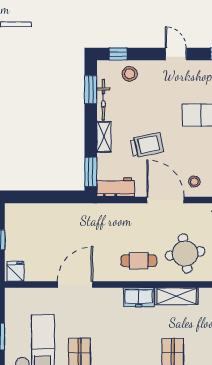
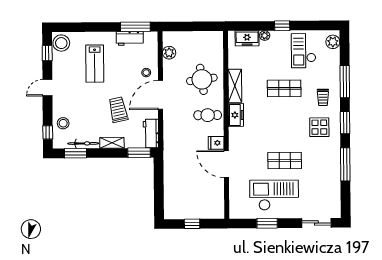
cafe table: (139, 261) -> (208, 115), turned 90
fridge: (15, 271) -> (216, 143), moved

